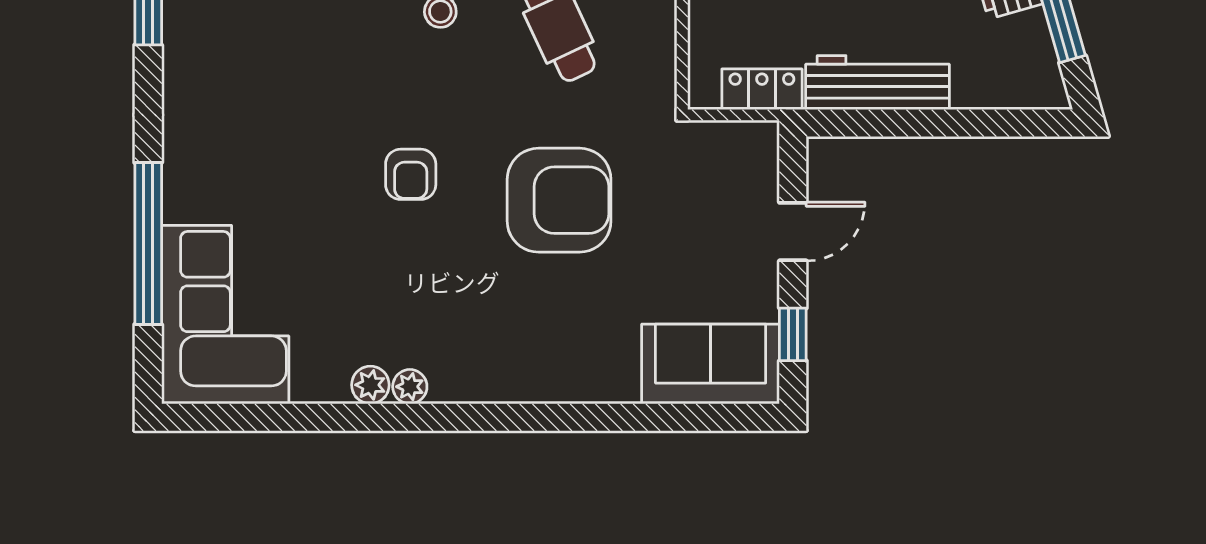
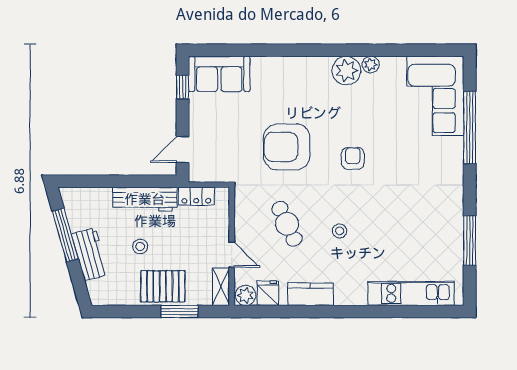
door: (793, 232) -> (183, 150), moved
plant: (410, 387) -> (346, 71), width x1.87, depth x1.87

